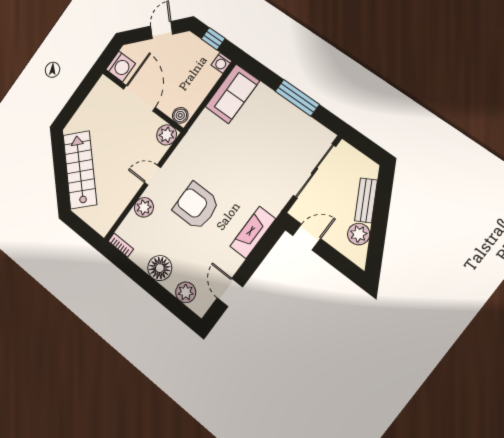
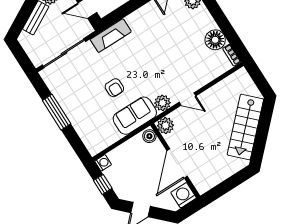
sofa: (232, 94) -> (135, 116), moved
armchair: (196, 206) -> (114, 88), moved, width x0.53, depth x0.53
plant: (144, 207) -> (162, 103), moved
fireplace: (253, 233) -> (111, 36), moved
floor lamp: (160, 268) -> (215, 40), moved

